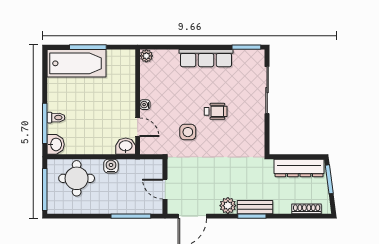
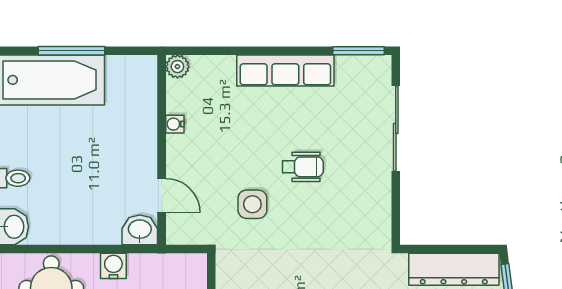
water cooler: (145, 105) -> (175, 124), moved

